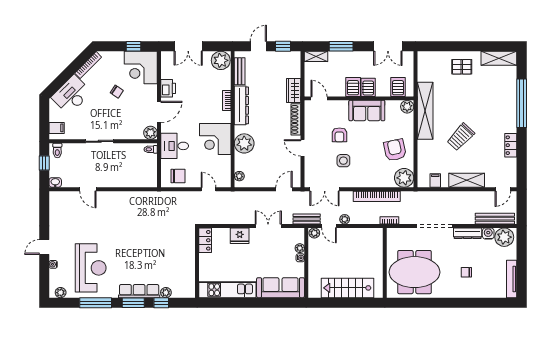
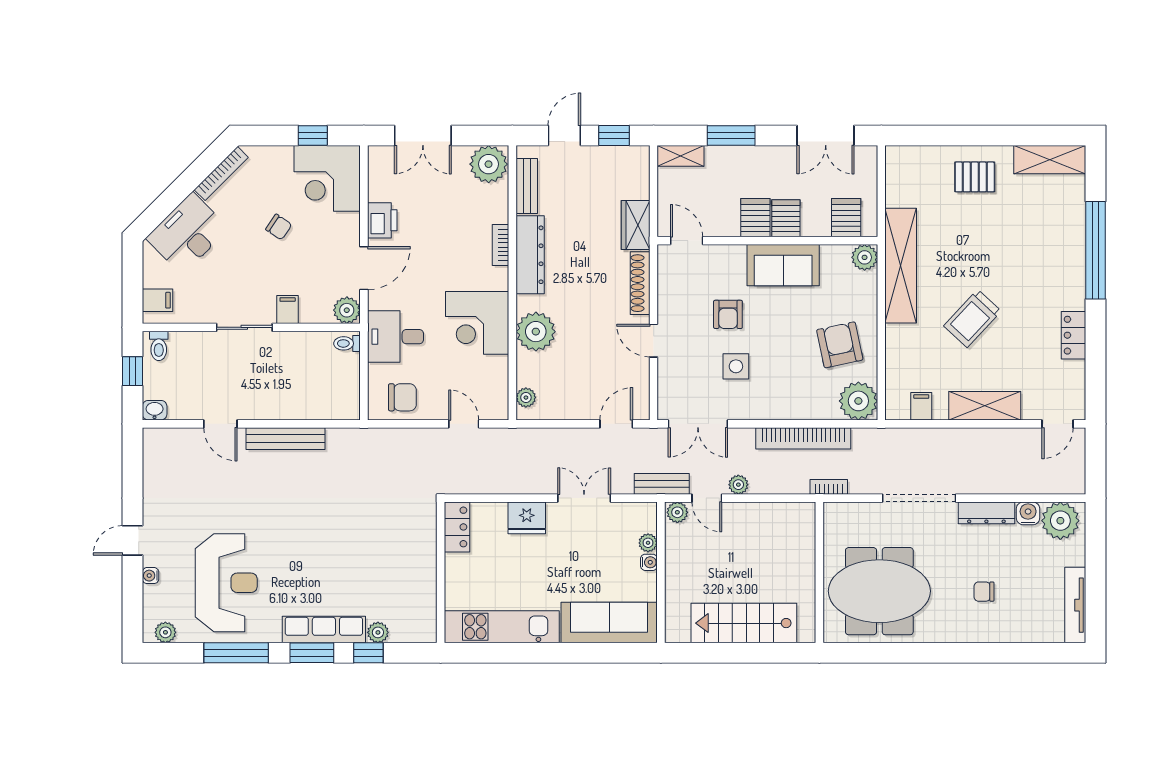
filing cabinet: (121, 132) -> (288, 309), added
bench: (495, 219) -> (286, 439), moved

